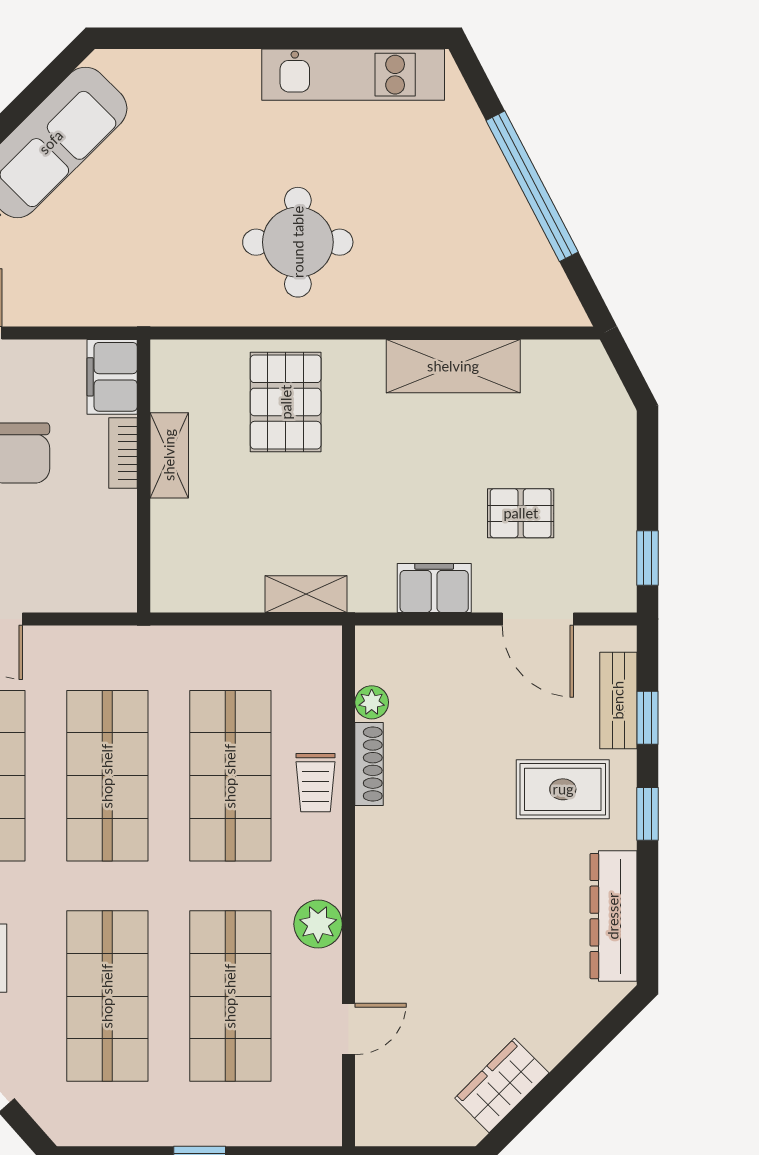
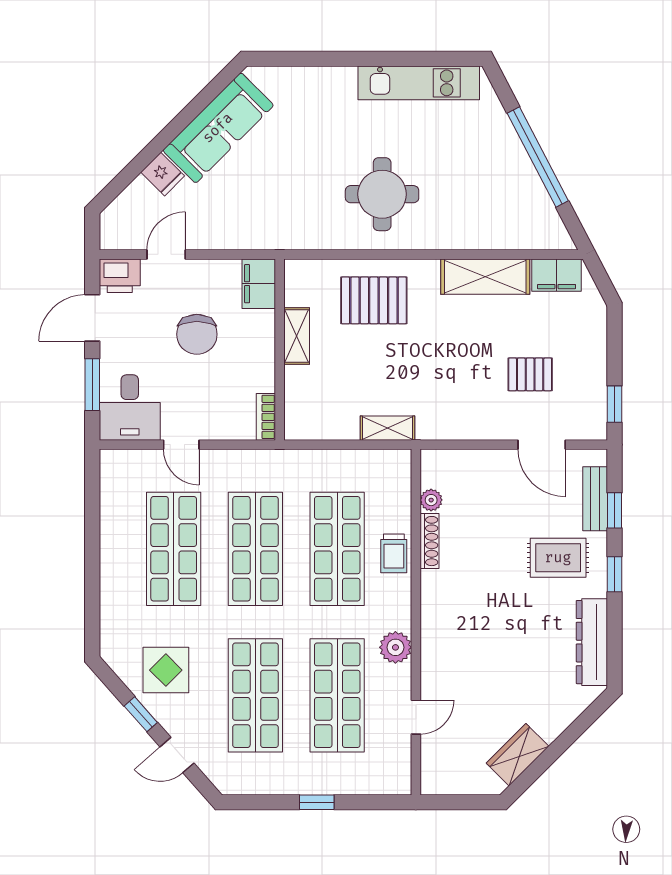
pallet: (286, 402) -> (374, 300), turned 90
bookcase: (123, 453) -> (266, 417), moved
filing cabinet: (434, 588) -> (557, 275), moved, turned 180

